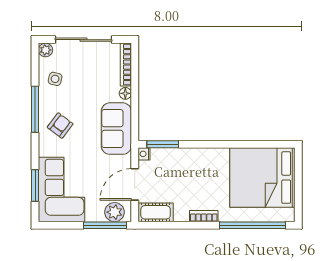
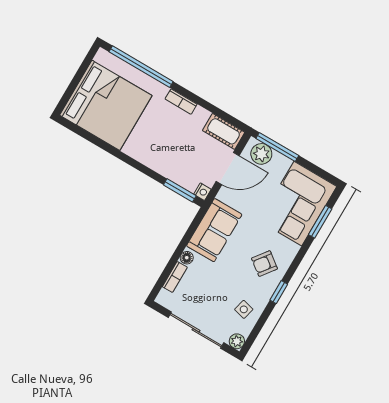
bookcase: (126, 65) -> (175, 277), width x0.64
window: (35, 109) -> (279, 292), width x0.46

